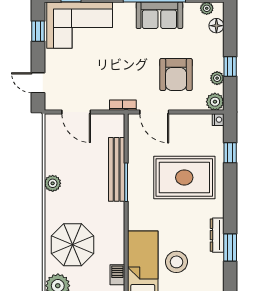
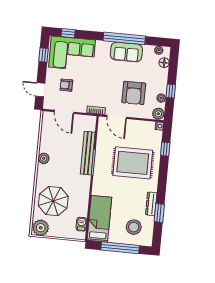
armchair: (76, 72) -> (66, 85), added
stool: (176, 262) -> (134, 227), moved

